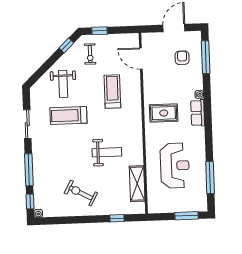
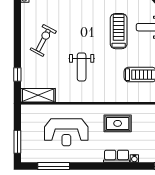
rug: (164, 113) -> (118, 123), turned 90
shelving: (137, 184) -> (38, 95), moved

